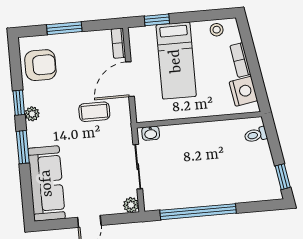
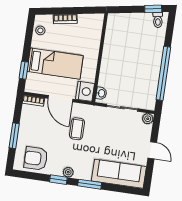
armchair: (40, 65) -> (36, 158), turned -90
nightstand: (243, 91) -> (85, 91), moved, turned 100
toilet: (256, 135) -> (158, 20), moved

